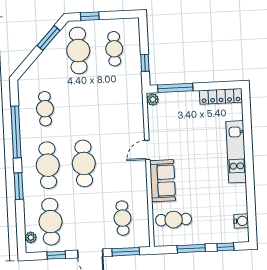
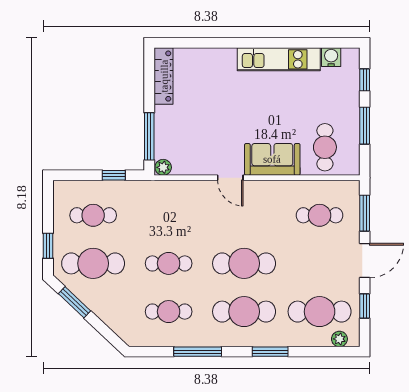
cafe table: (81, 107) -> (169, 263), added
window: (16, 132) -> (198, 352), width x0.68
kitchen unit: (236, 152) -> (279, 59), moved

